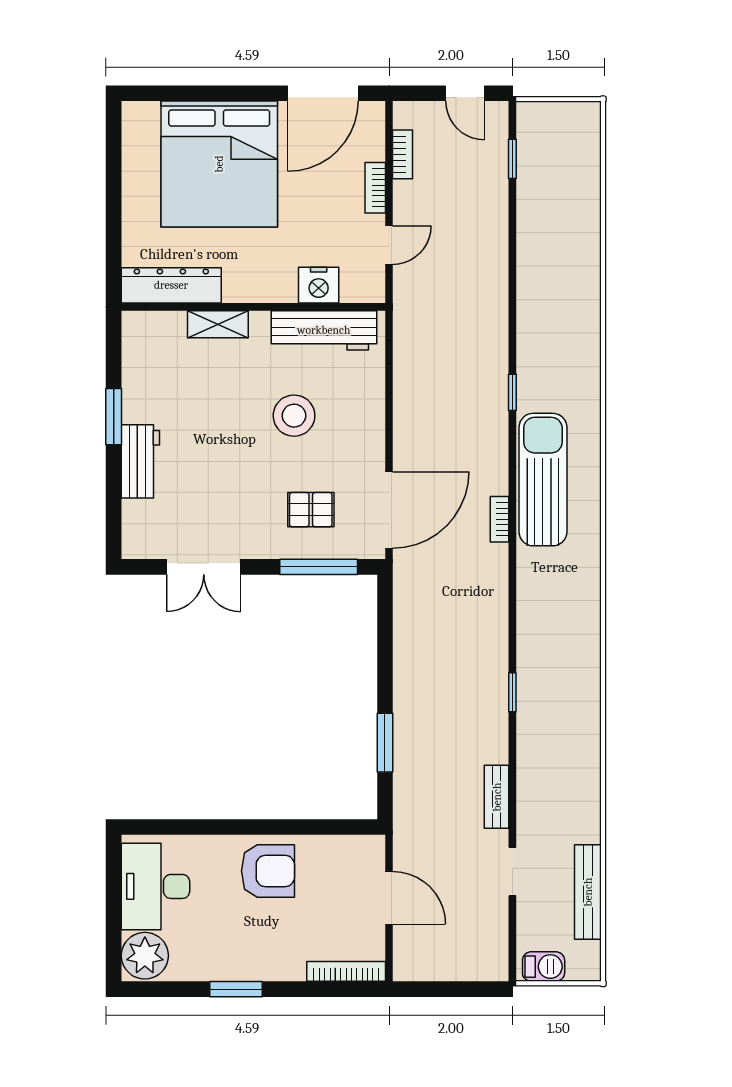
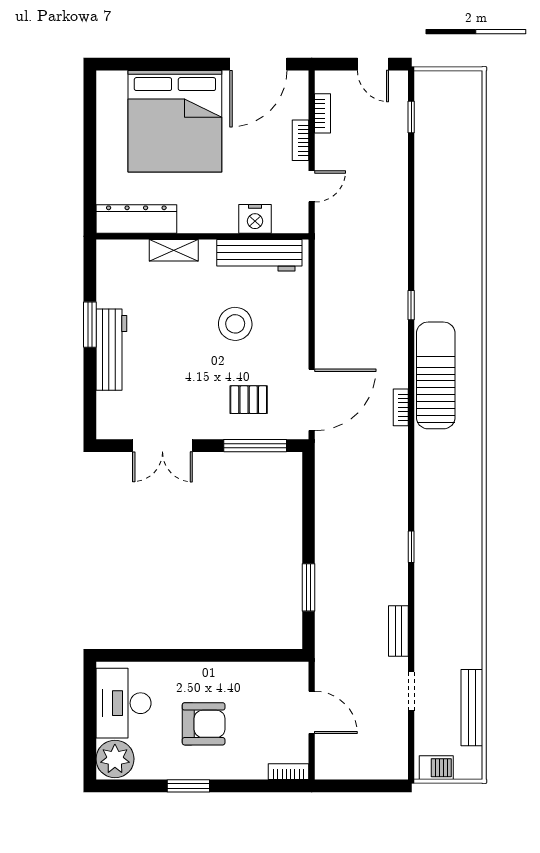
workbench: (140, 461) -> (111, 350), width x1.38
armchair: (268, 871) -> (204, 724), moved
bookcase: (346, 971) -> (289, 772), width x0.64

